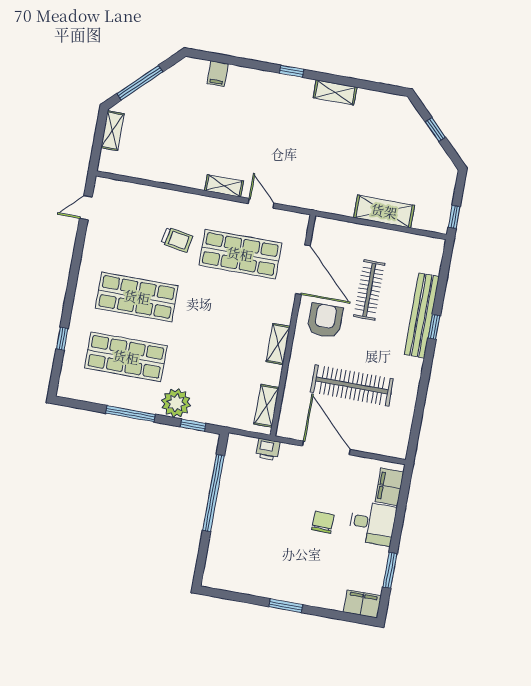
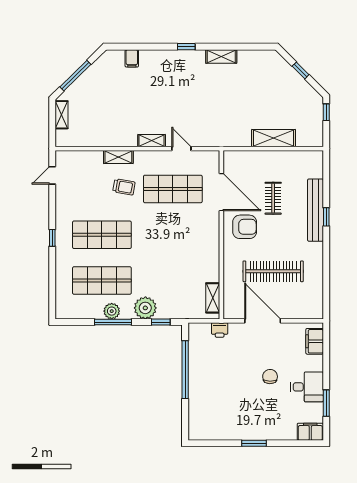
window: (454, 217) -> (326, 112), moved
clothes rail: (369, 290) -> (273, 198), width x0.73
armchair: (325, 321) -> (245, 227), turned 90
window: (62, 339) -> (52, 238), moved
shelving: (278, 344) -> (118, 157), moved, turned 90
plant: (131, 399) -> (112, 311), added
desk: (373, 523) -> (307, 387), moved

